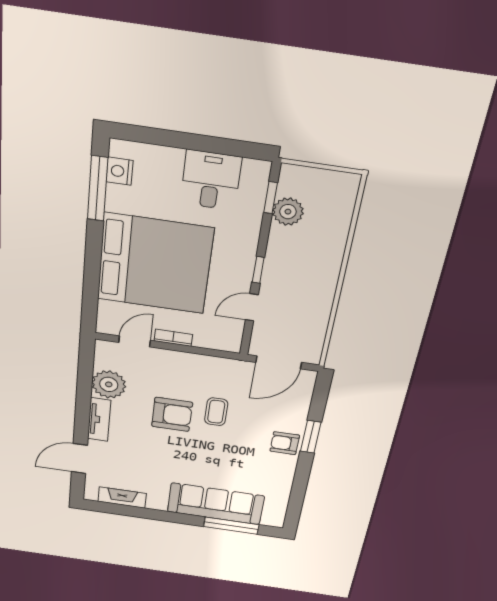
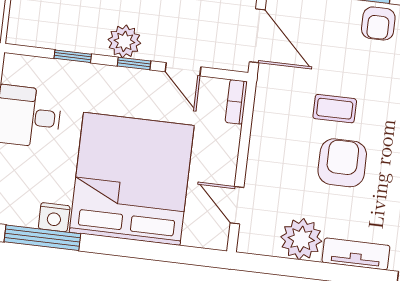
nightstand: (120, 171) -> (54, 217), moved
window: (271, 198) -> (73, 56), moved
plant: (288, 212) -> (124, 41), moved
bookcase: (173, 338) -> (236, 102), moved

